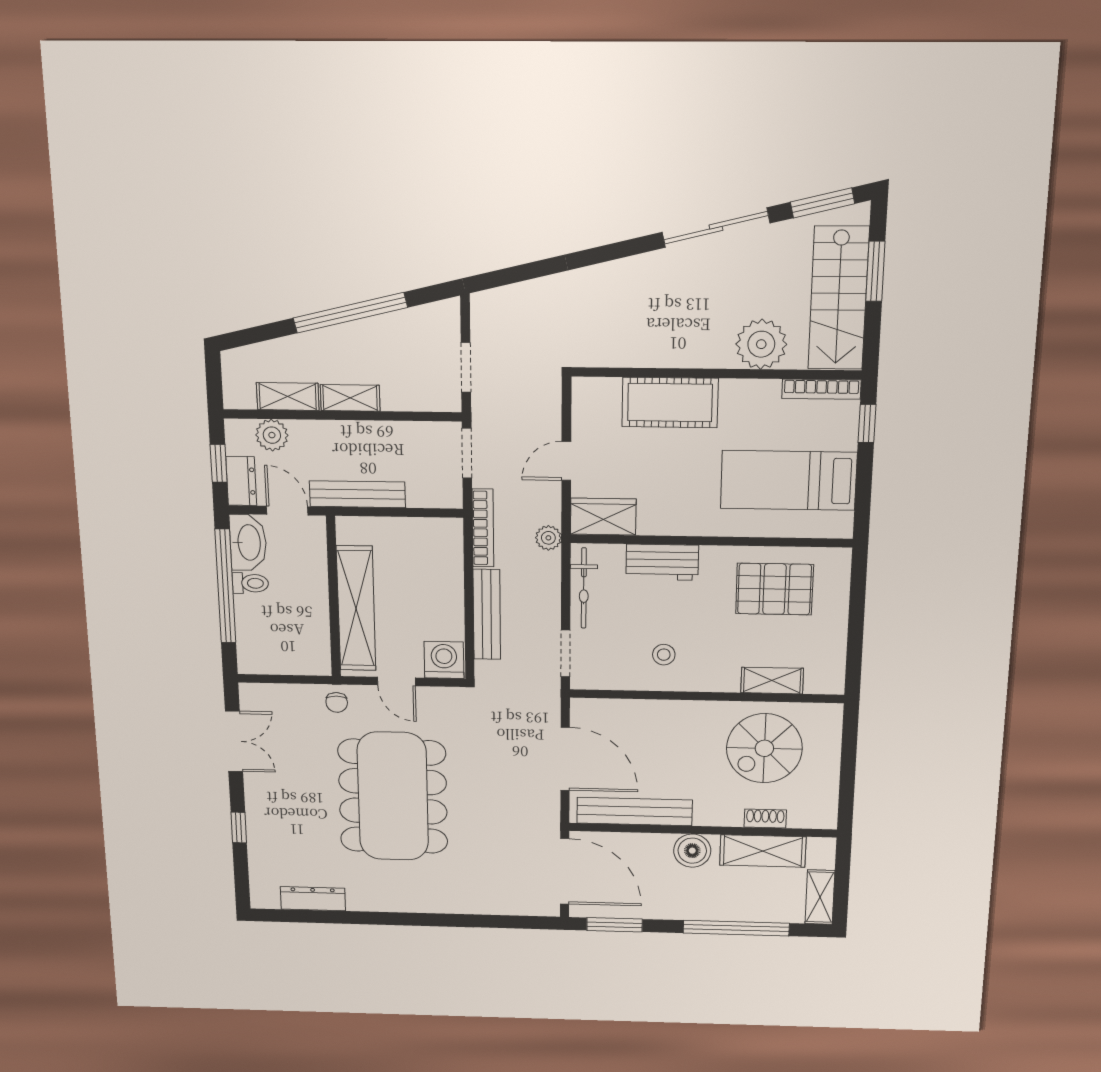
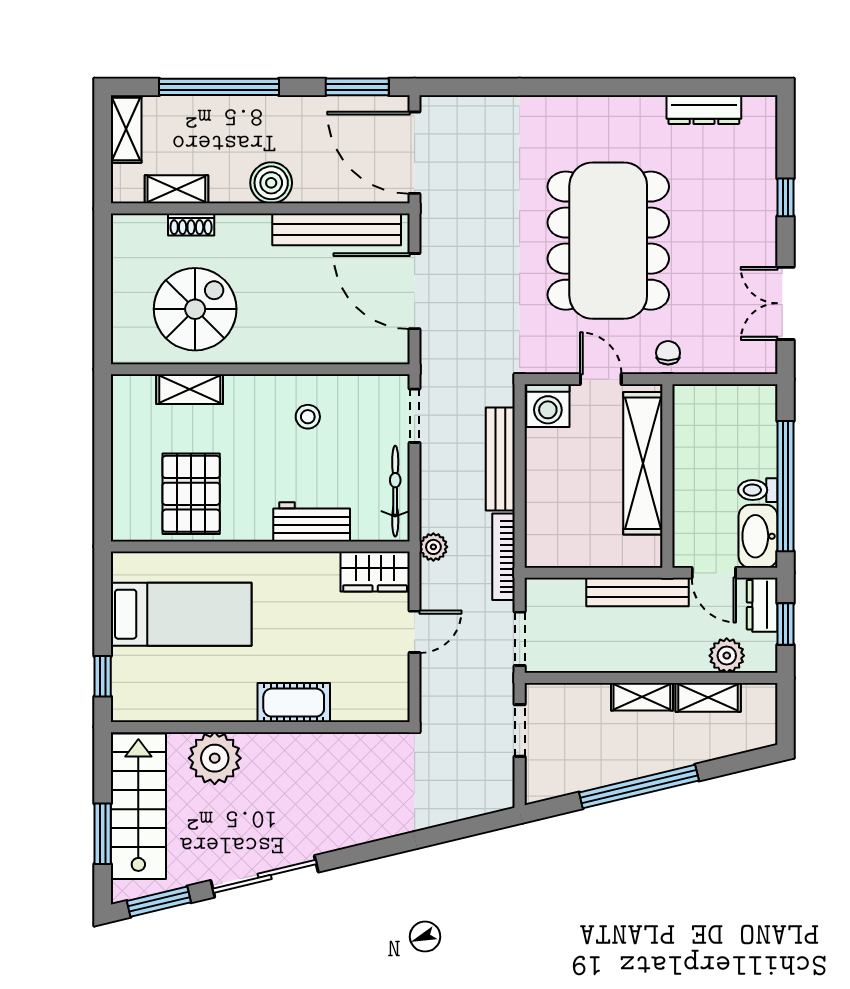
bookcase: (821, 389) -> (151, 712), removed
cot: (670, 403) -> (294, 703), width x0.73, depth x0.75
pallet: (774, 589) -> (191, 494), turned 90
shelving: (763, 851) -> (176, 189), width x0.67, depth x0.75

